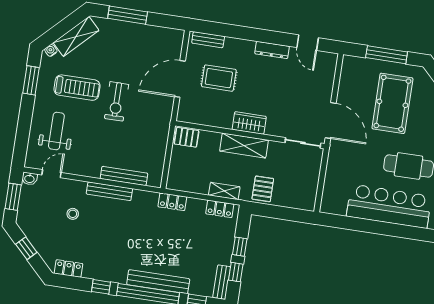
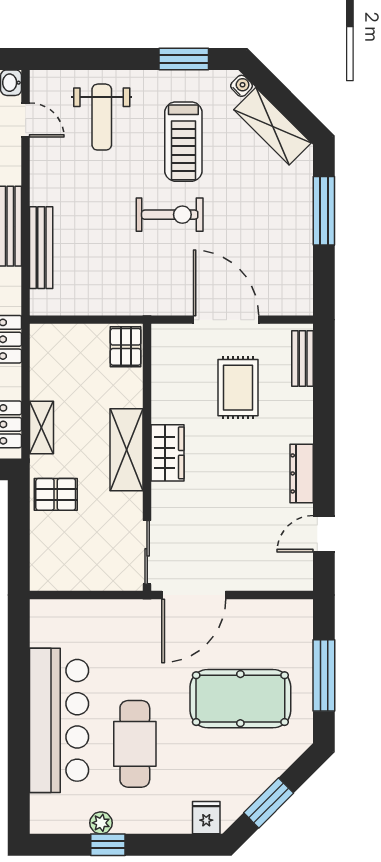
exercise bike: (117, 101) -> (170, 215), turned 180
weight bench: (56, 131) -> (102, 117), turned 90

